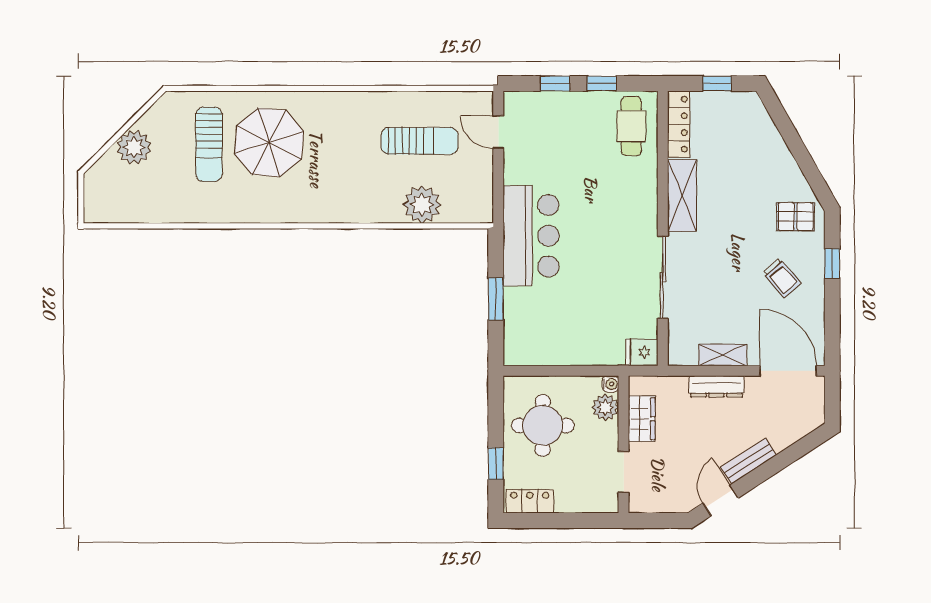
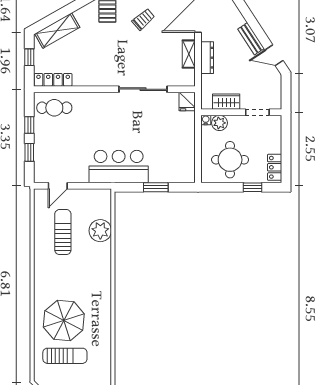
shelving: (682, 195) -> (57, 31), moved, turned -30

